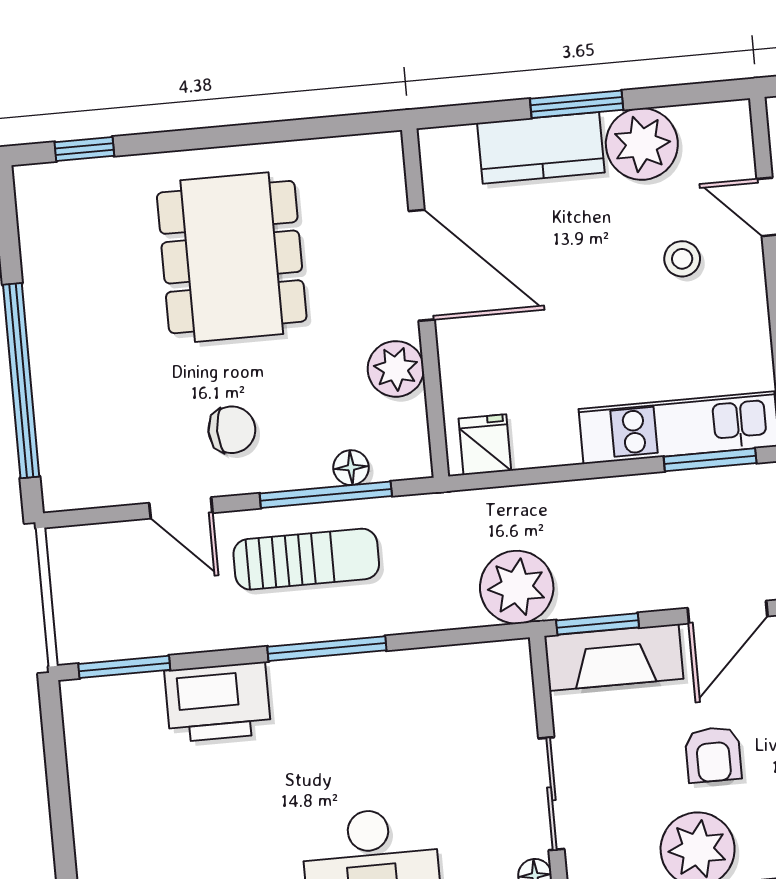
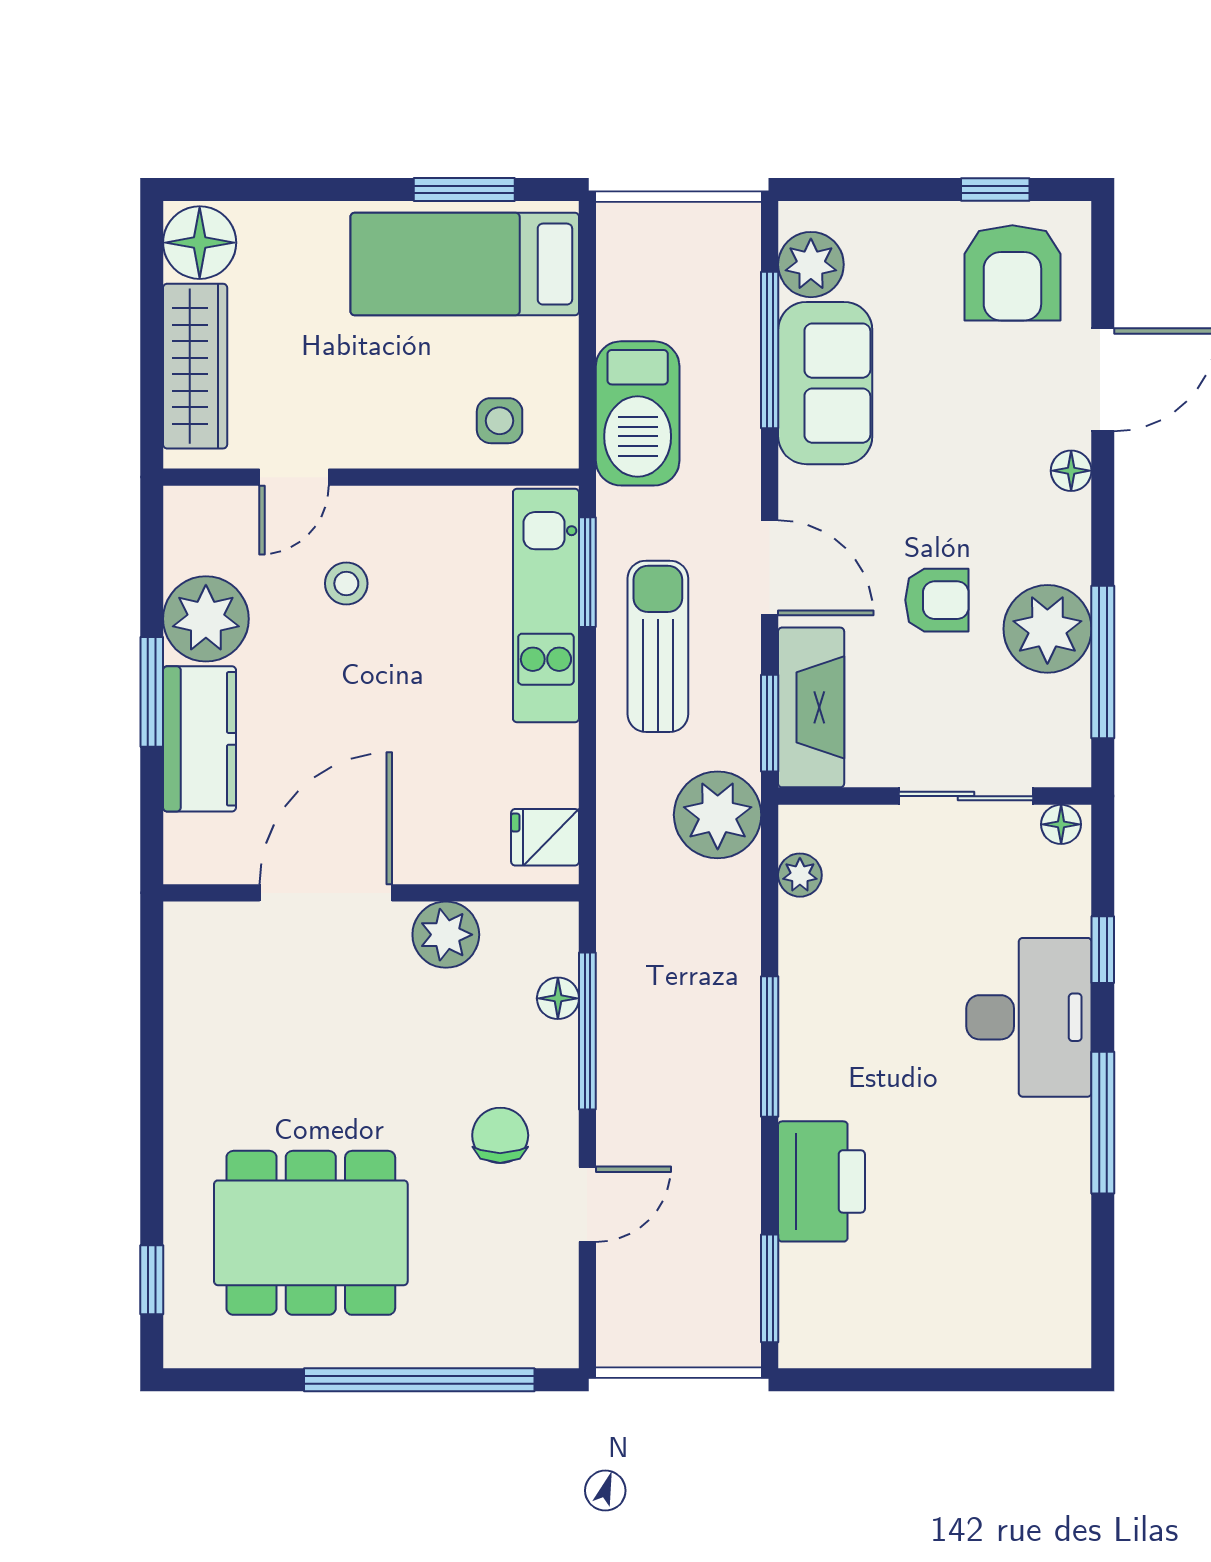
dining table: (232, 257) -> (311, 1233), moved
sun lounger: (306, 559) -> (658, 646), moved
plant: (473, 661) -> (800, 875), added

